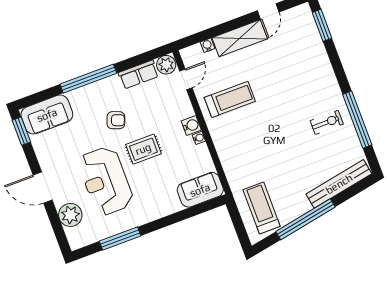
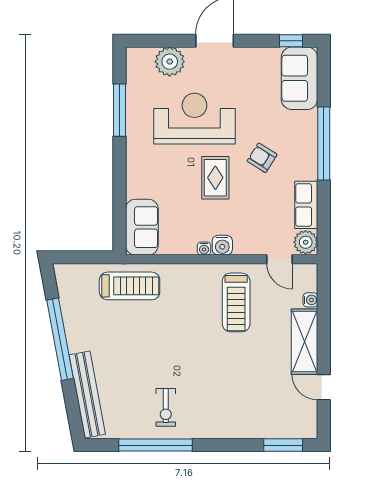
armchair: (116, 120) -> (262, 158), turned 101
window: (21, 131) -> (291, 41), width x0.67
treadmill: (262, 208) -> (130, 286), moved

